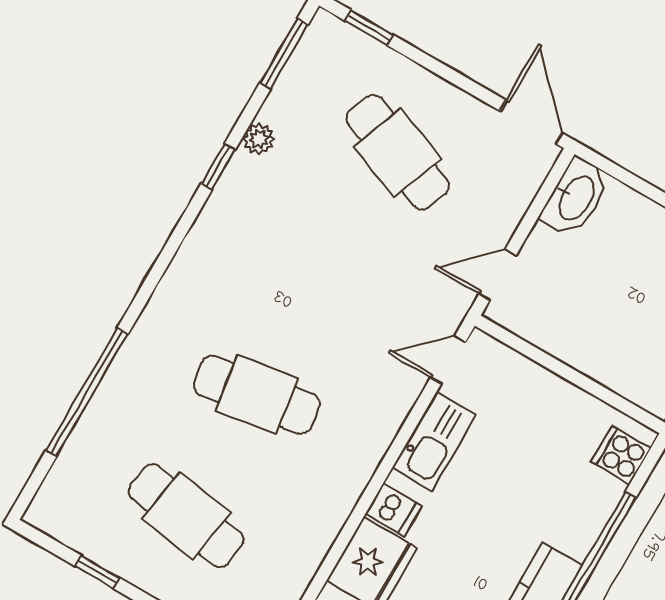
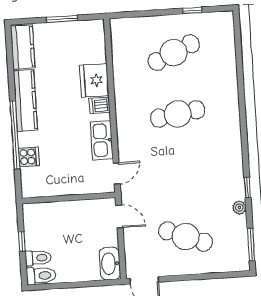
window: (369, 28) -> (226, 275), removed
door: (497, 275) -> (119, 216), hinge flipped
window: (87, 392) -> (240, 73), removed
cooker: (621, 455) -> (29, 157), moved
cafe table: (186, 516) -> (174, 53), turned -33

